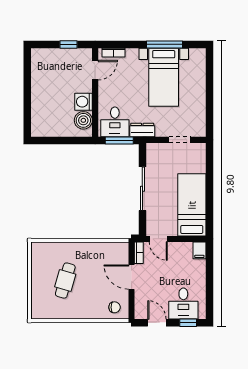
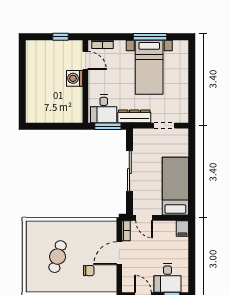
door: (95, 70) -> (85, 61), hinge flipped
washing machine: (84, 102) -> (75, 78), moved
boiler: (83, 120) -> (74, 107), removed
dresser: (142, 130) -> (134, 116), width x1.44
door: (132, 277) -> (119, 253), hinge flipped
chair: (115, 307) -> (89, 271), moved

